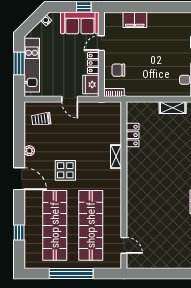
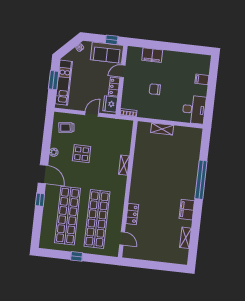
chair: (118, 70) -> (155, 89), moved
door: (70, 99) -> (92, 114), swing flipped
shelving: (173, 108) -> (162, 129), moved
locker: (133, 135) -> (132, 214), moved
display table: (65, 170) -> (82, 154), moved
window: (19, 233) -> (40, 200), moved
window: (71, 273) -> (77, 256), width x0.32

